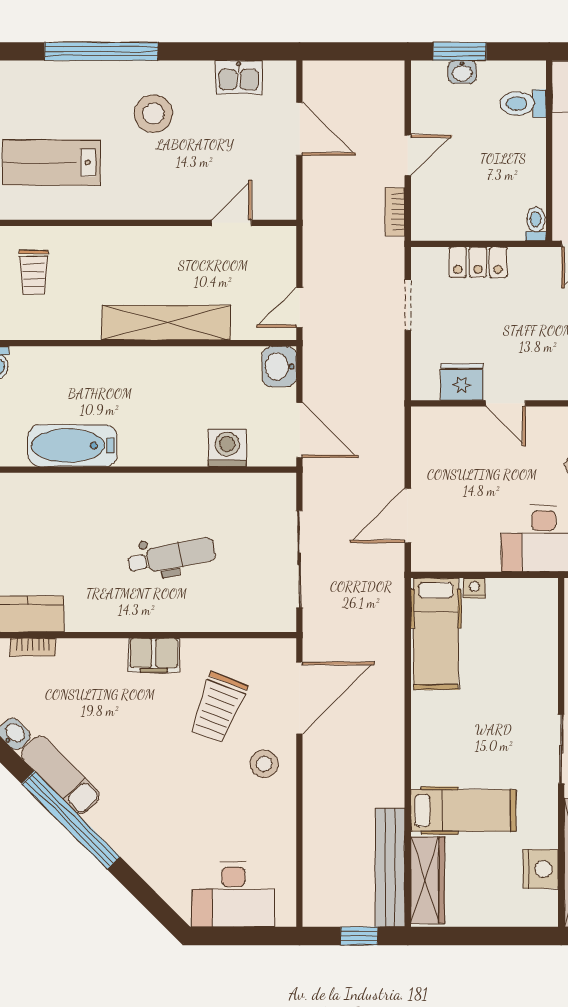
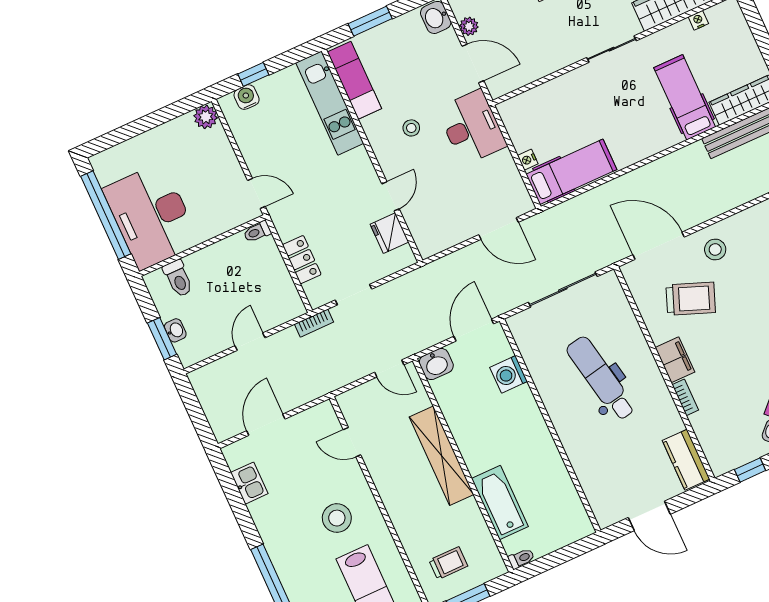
stool: (153, 114) -> (337, 518), moved
door: (408, 155) -> (250, 342), hinge flipped
bookcase: (395, 212) -> (314, 323), moved
bathtub: (72, 446) -> (500, 502), moved, turned 180
dental chair: (172, 556) -> (601, 378), width x1.36, depth x1.38
bookcase: (33, 647) -> (685, 397), moved
nightstand: (541, 869) -> (698, 20), width x0.53, depth x0.56

